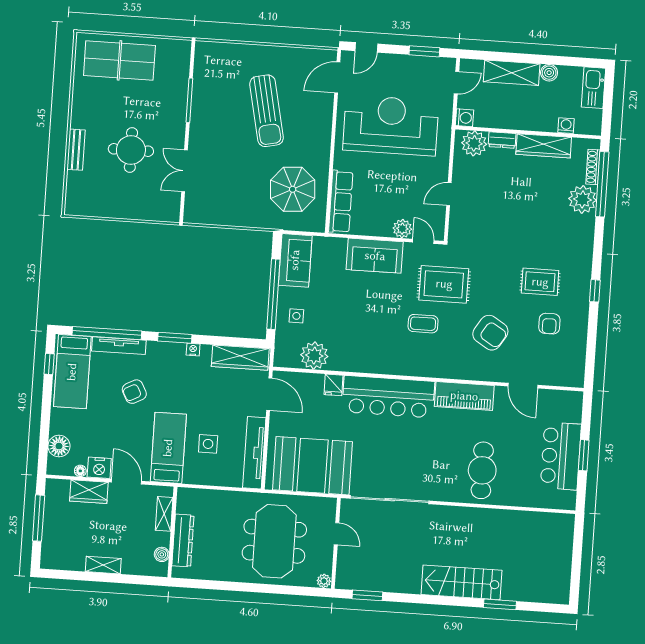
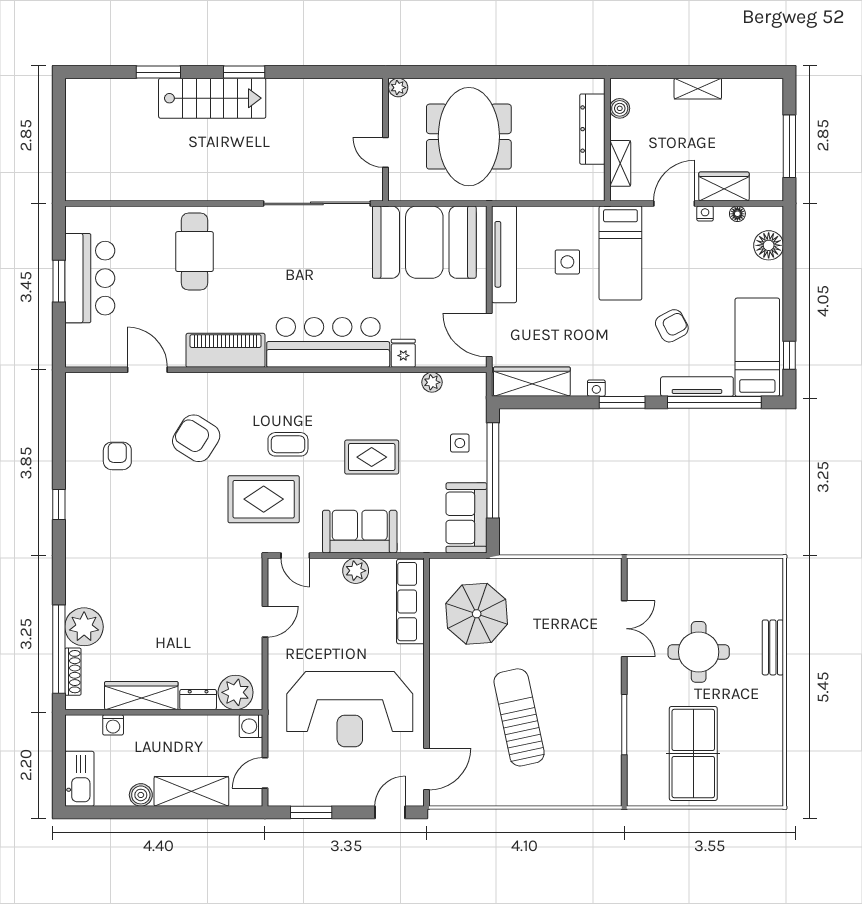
table tennis table: (119, 60) -> (693, 754), moved, turned 90
plant: (402, 229) -> (356, 571), moved
rug: (540, 282) -> (372, 457), moved
plant: (314, 356) -> (432, 382), width x0.53, depth x0.53
nightstand: (99, 468) -> (705, 214), width x0.53, depth x0.56
door: (126, 482) -> (674, 203), swing flipped
window: (367, 595) -> (244, 72), moved

